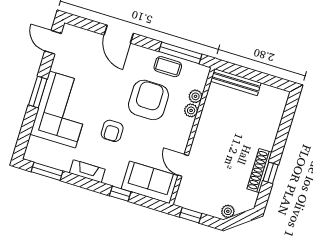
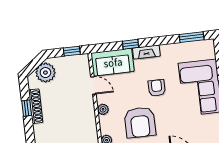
plant: (191, 110) -> (103, 109), moved
fireplace: (87, 171) -> (146, 52), moved
plant: (228, 211) -> (45, 73), width x1.87, depth x1.87

